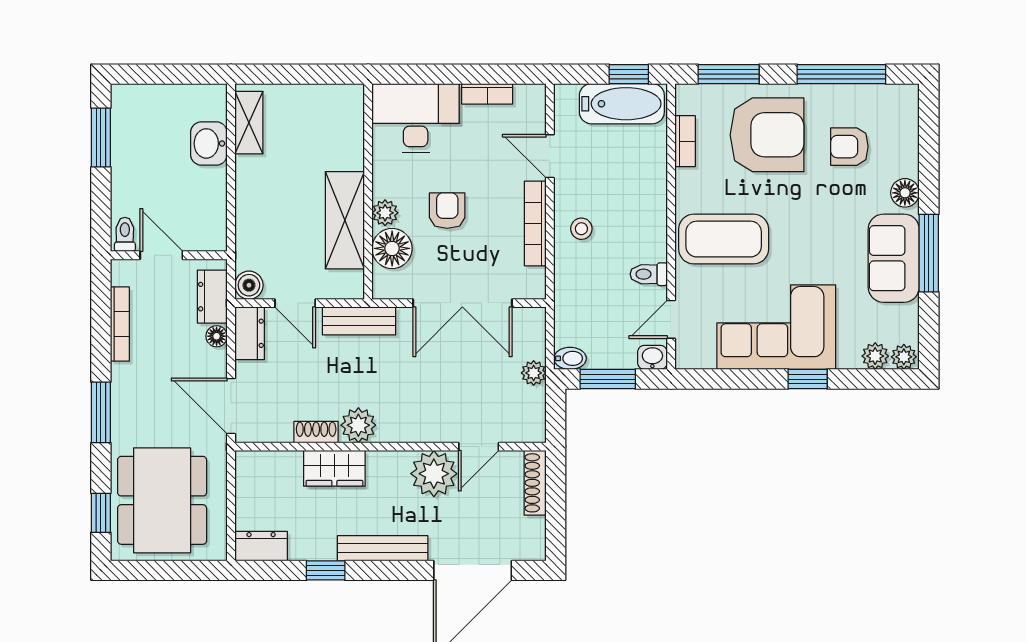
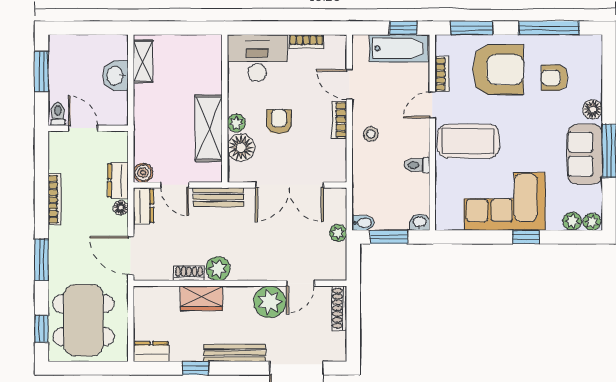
bookcase: (535, 223) -> (339, 120), width x0.64
toilet: (125, 234) -> (58, 114), moved
door: (161, 255) -> (83, 128), moved
wall: (169, 255) -> (88, 128), moved
door: (671, 319) -> (432, 105), moved

